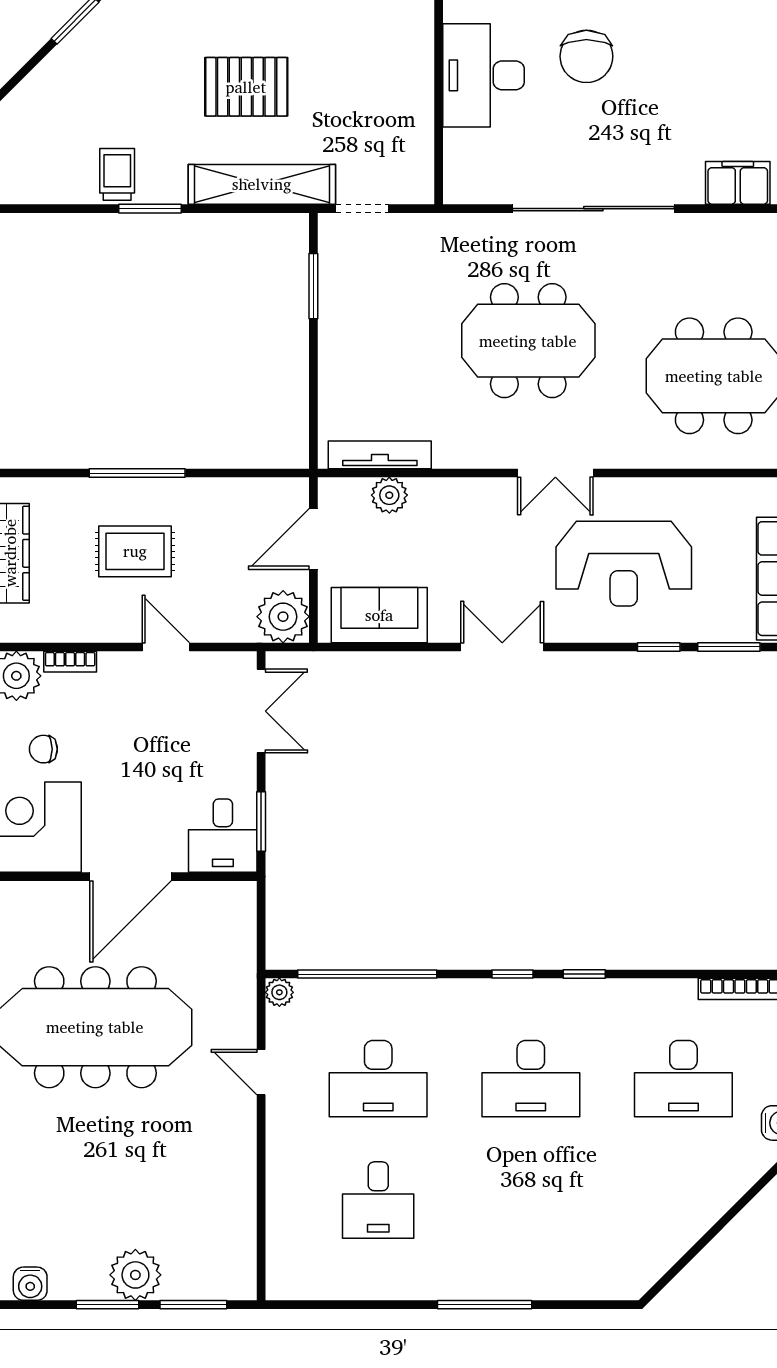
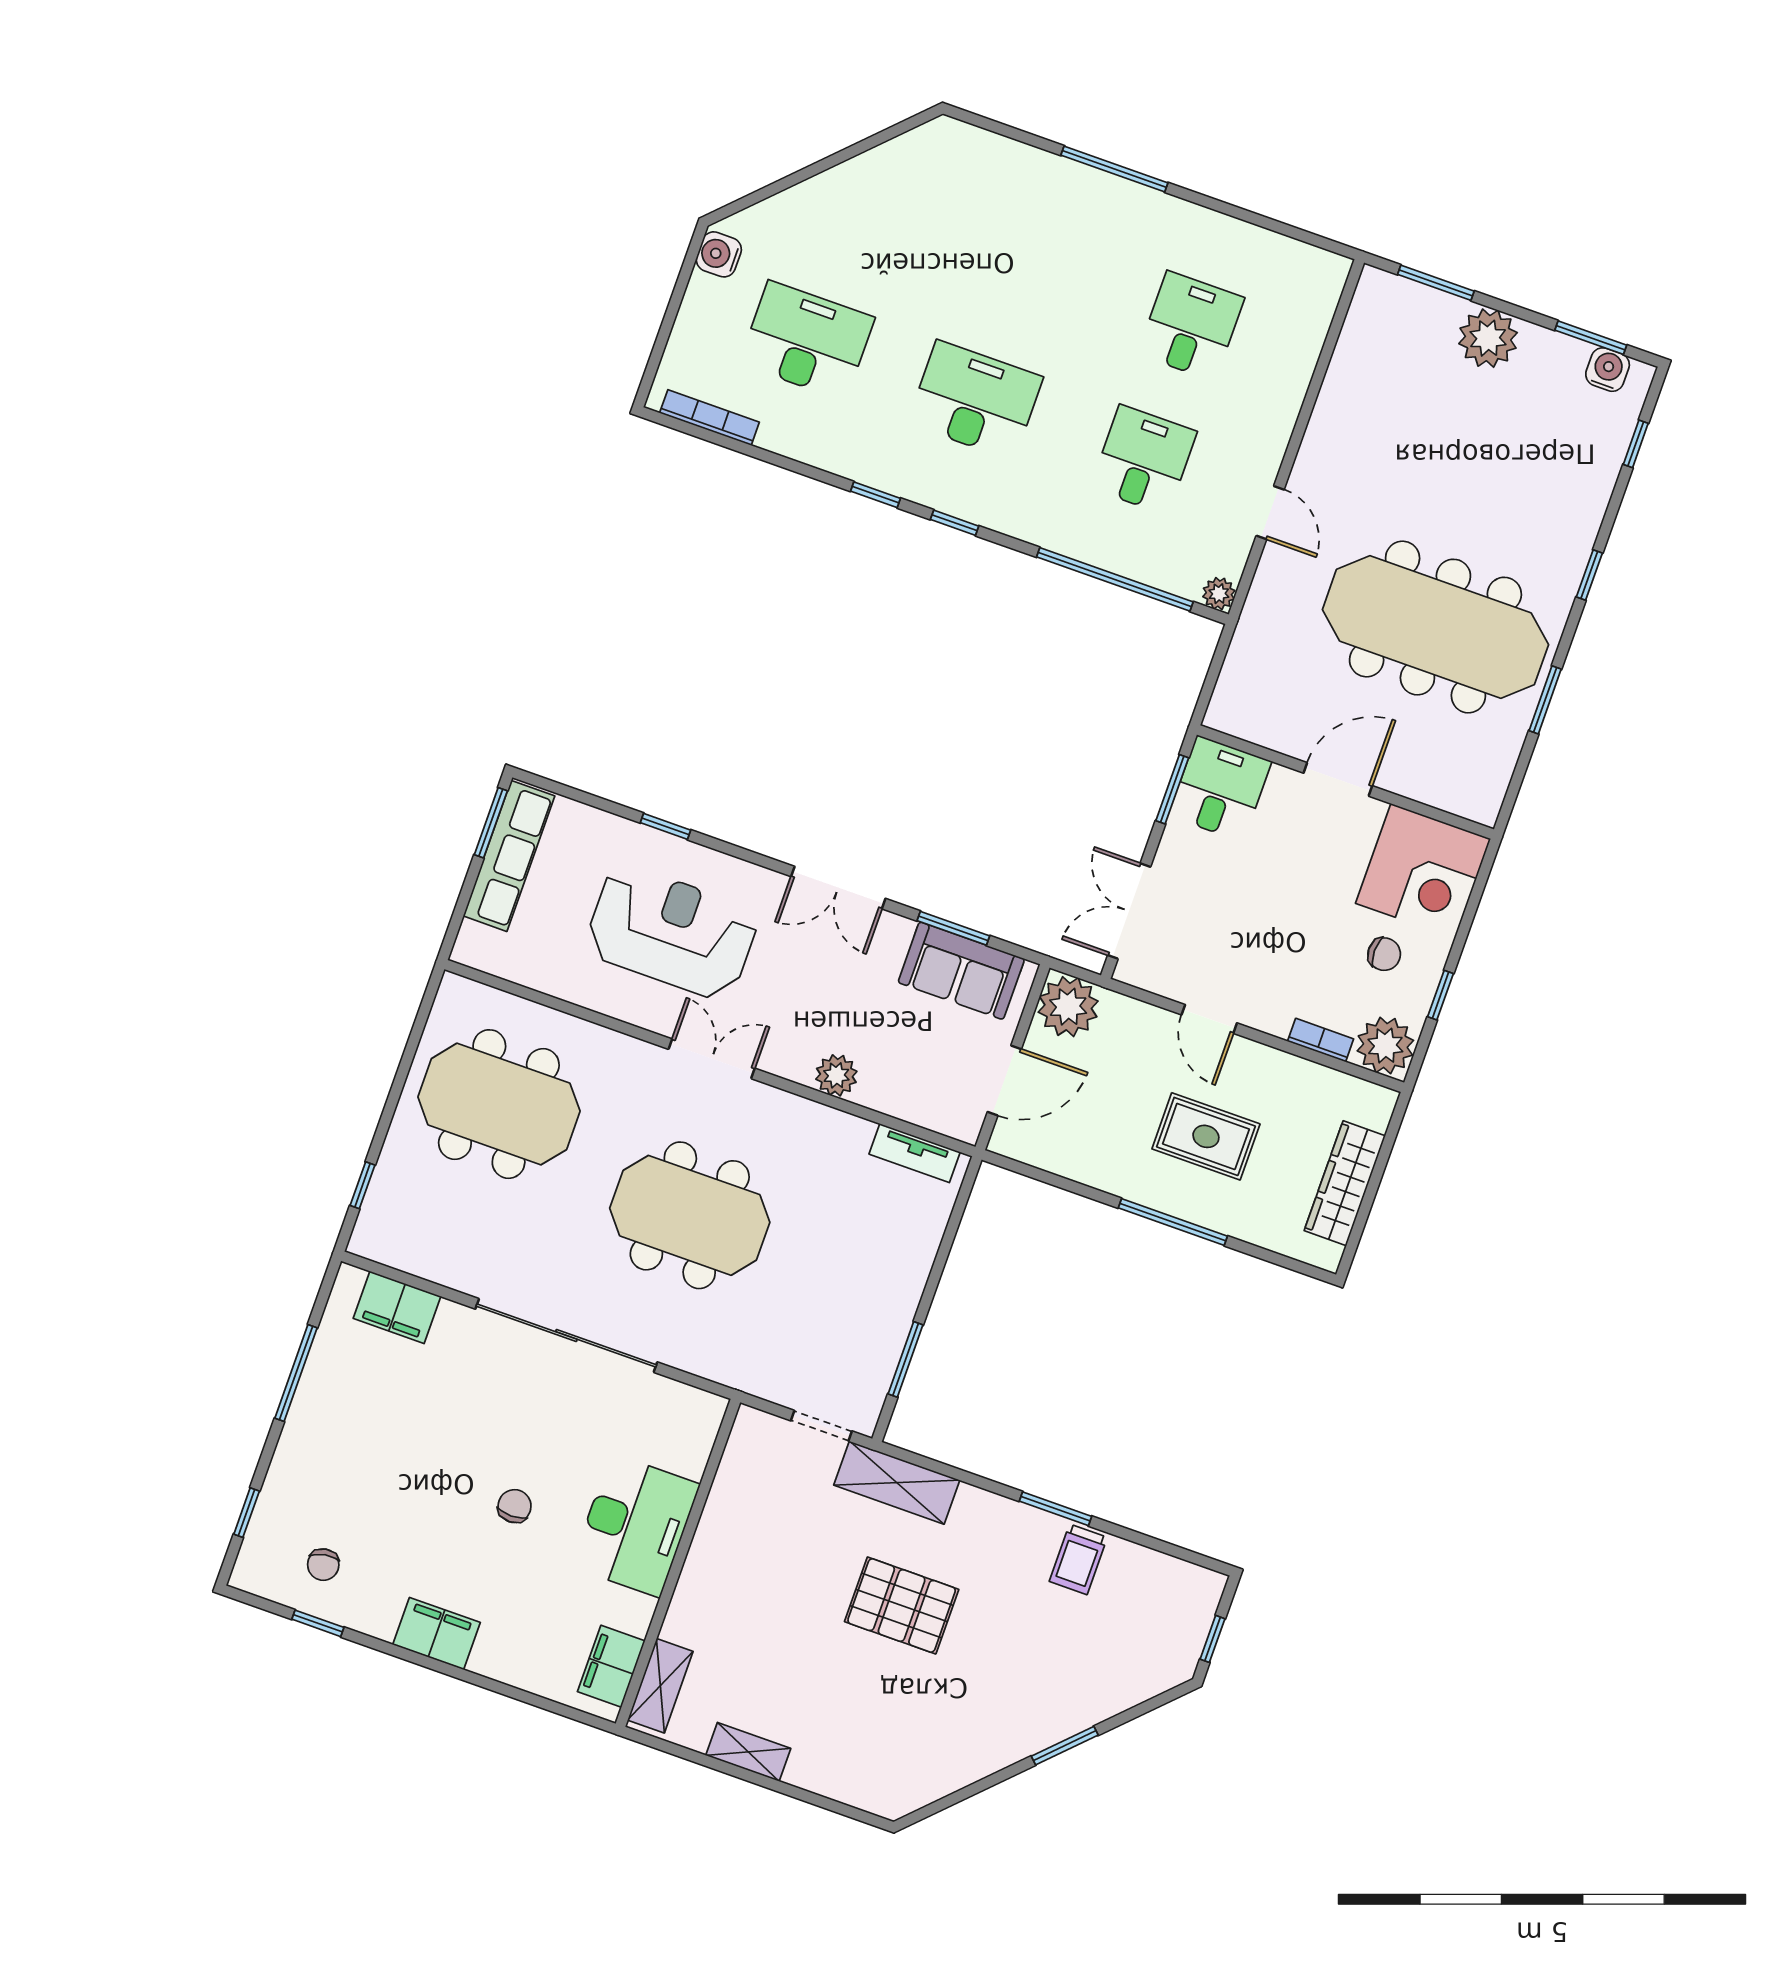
chair: (586, 56) -> (515, 1506), width x0.54, depth x0.54
shelving: (262, 184) -> (897, 1483), width x0.68
tv unit: (380, 455) -> (915, 1153), width x0.71
plant: (389, 495) -> (836, 1075), moved
window: (729, 647) -> (953, 928), moved
door: (130, 877) -> (1338, 779), width x0.73
desk: (378, 1079) -> (1144, 460), width x0.73
window: (108, 1305) -> (1591, 338), moved

